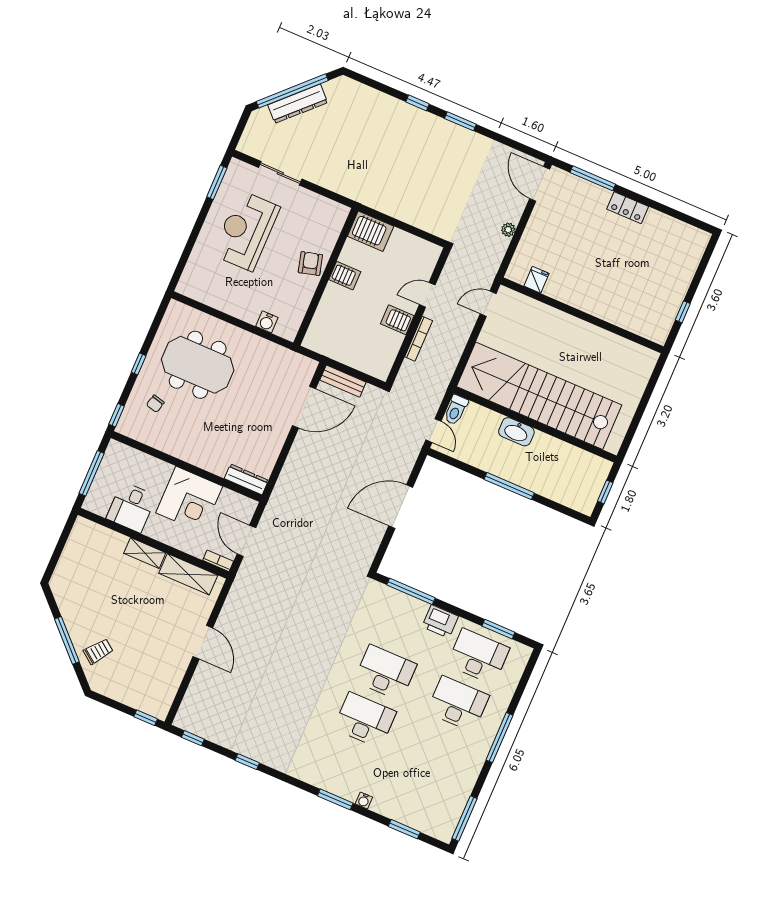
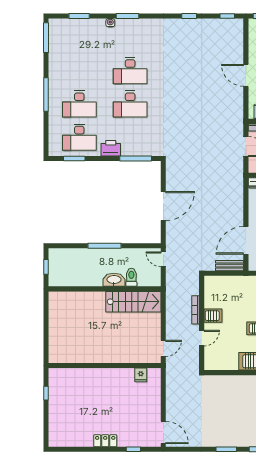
window: (593, 178) -> (133, 449), width x0.46
plant: (508, 230) -> (170, 397), removed
stairs: (539, 396) -> (133, 302), width x0.54, depth x0.66
toilet: (456, 410) -> (131, 277), moved

